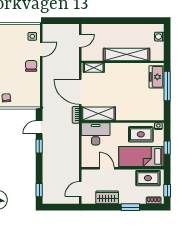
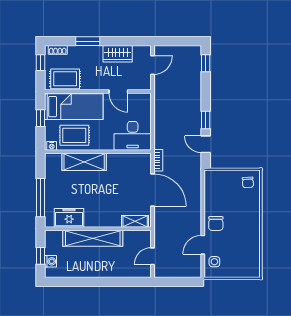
window: (167, 41) -> (40, 256), added
freezer: (156, 77) -> (69, 218), moved, turned -90
shelving: (98, 114) -> (84, 162), moved
door: (39, 127) -> (206, 144), swing flipped

